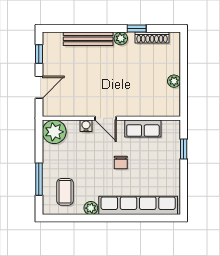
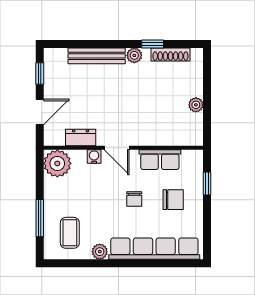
dresser: (74, 109) -> (81, 137), added
chair: (154, 163) -> (173, 200), added

